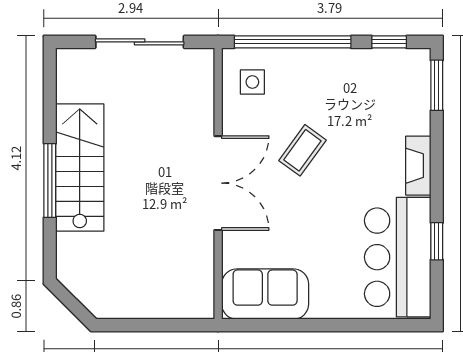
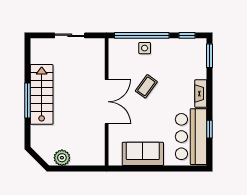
sliding door: (140, 42) -> (70, 35), width x0.73
side table: (252, 82) -> (145, 48), moved
sofa: (265, 294) -> (143, 154), moved
plant: (123, 302) -> (62, 158), added

